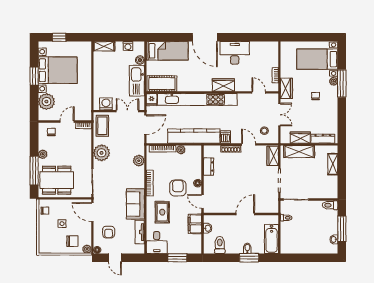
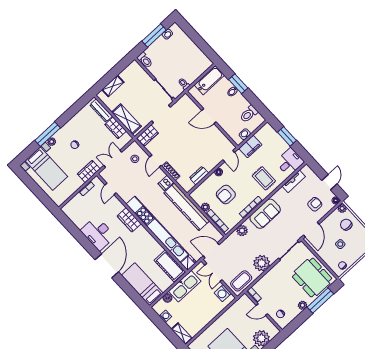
armchair: (178, 188) -> (226, 195), moved
sofa: (135, 204) -> (265, 214), moved
rug: (162, 212) -> (264, 178), turned 90

